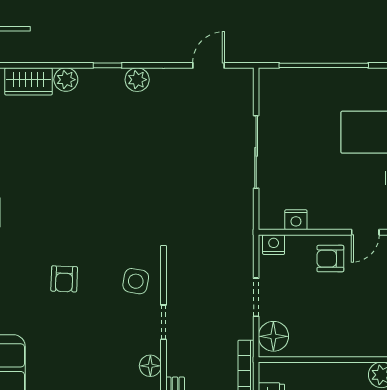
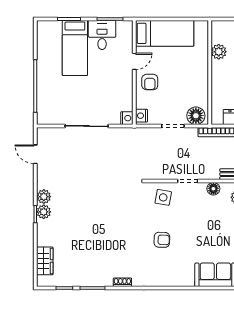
plant: (66, 80) -> (44, 212), moved
nightstand: (296, 220) -> (127, 118), moved
door: (365, 232) -> (134, 61), hinge flipped

